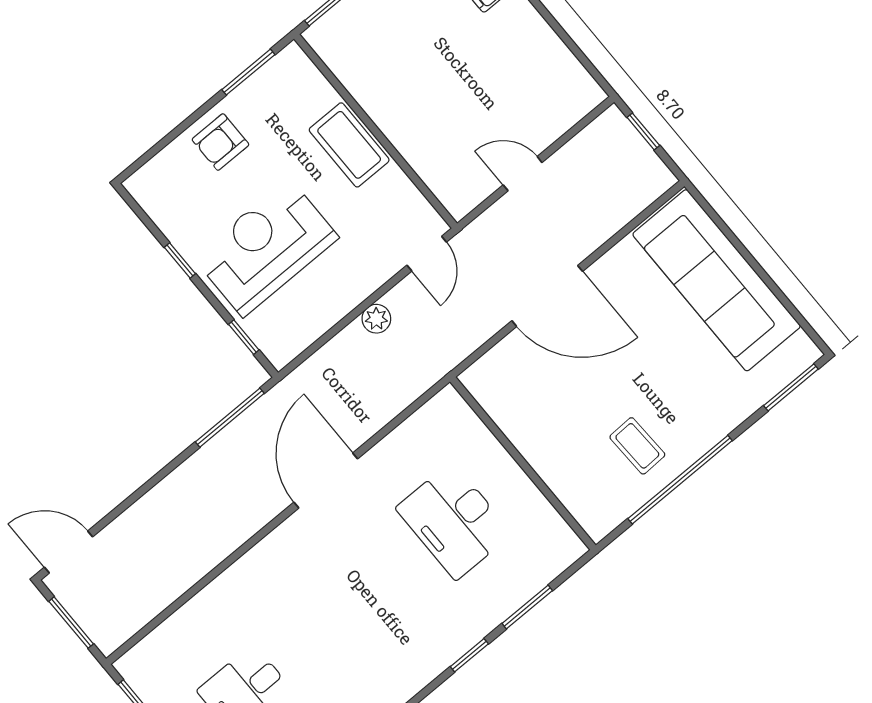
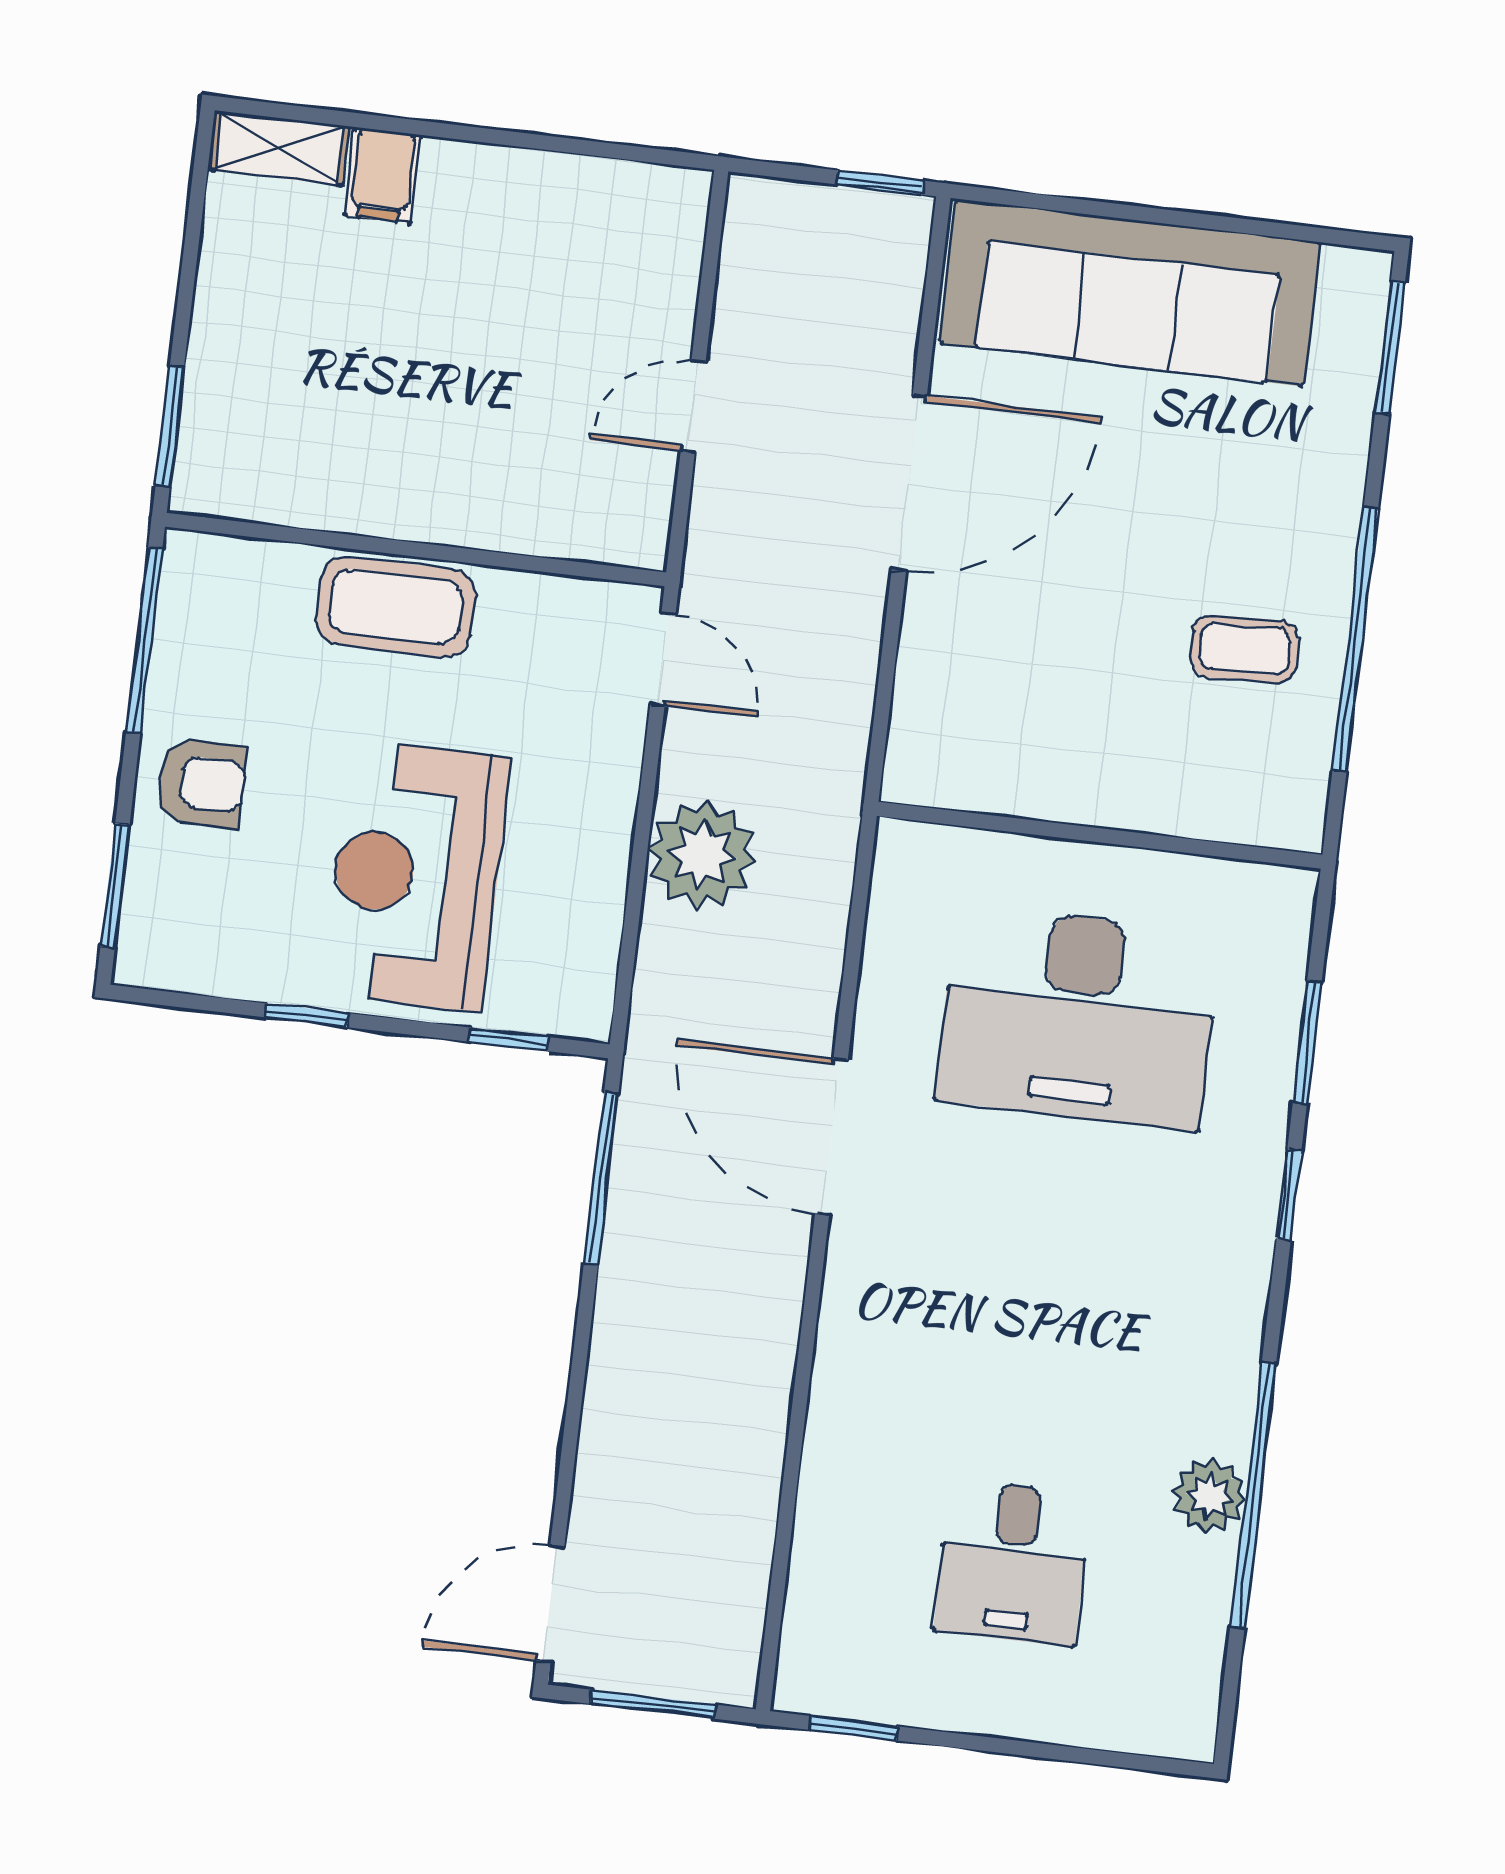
window: (248, 72) -> (144, 640), width x1.44
window: (643, 131) -> (880, 183), moved
armchair: (220, 142) -> (201, 783), turned -90
window: (155, 150) -> (115, 886), added
door: (547, 296) -> (909, 483), moved
plant: (376, 319) -> (702, 855), width x1.88, depth x1.88
desk: (454, 521) -> (1078, 1017), width x1.36, depth x1.30

